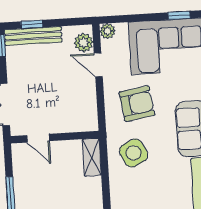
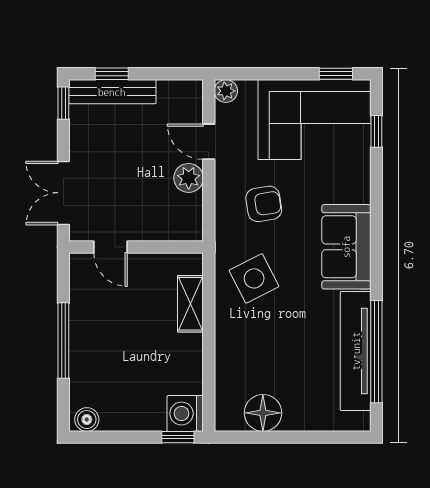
plant: (84, 43) -> (189, 178), moved
armchair: (137, 104) -> (264, 204), width x0.72, depth x0.72
shelving: (92, 157) -> (190, 304), moved

